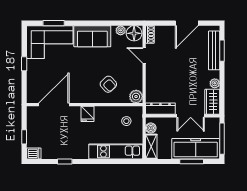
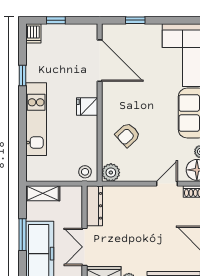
window: (24, 64) -> (135, 20), moved
stool: (126, 121) -> (85, 172), moved
boiler: (151, 128) -> (68, 193), removed
kitchen unit: (116, 151) -> (36, 119), moved
window: (192, 161) -> (22, 235), moved

